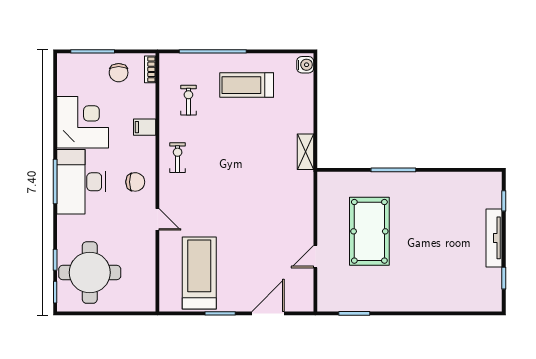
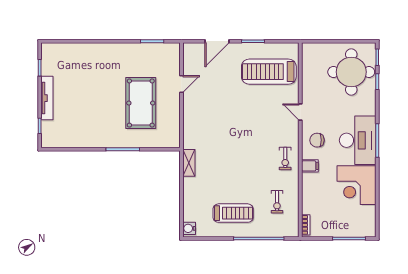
chair: (119, 73) -> (330, 222), removed
filing cabinet: (145, 127) -> (310, 166), moved
treadmill: (199, 273) -> (269, 72), turned 90

